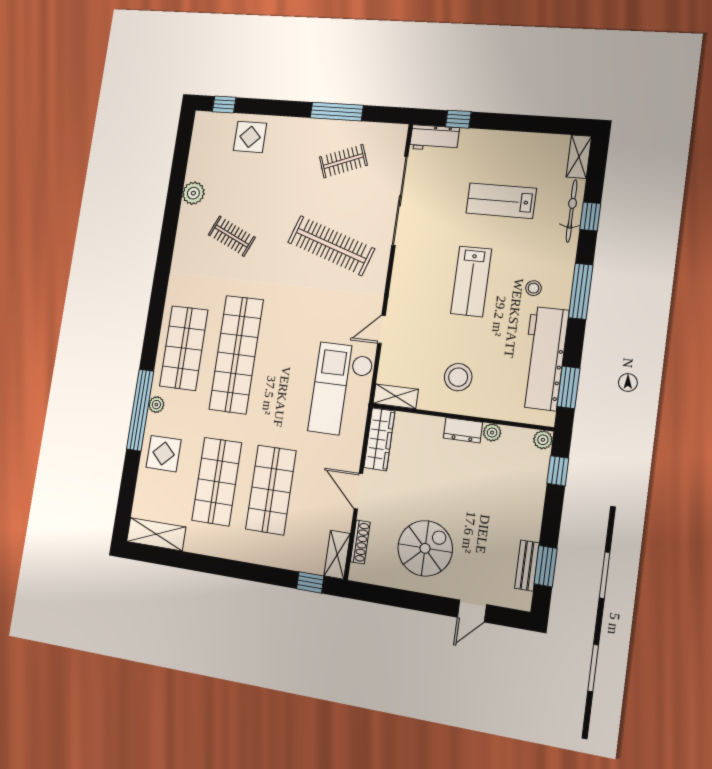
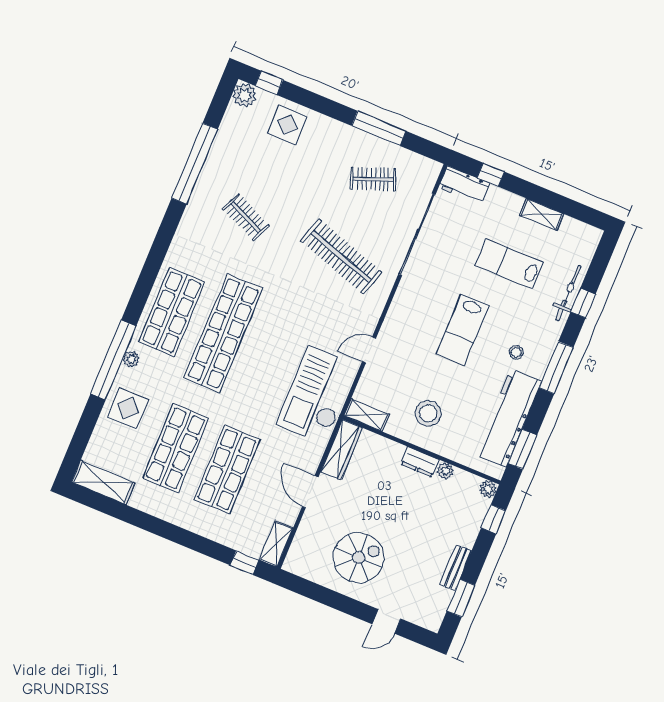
shelving: (579, 157) -> (542, 214), moved, turned 90
plant: (193, 193) -> (245, 95), moved
window: (174, 201) -> (195, 164), added
shoe rack: (360, 542) -> (301, 538), removed
bench: (527, 566) -> (456, 568), moved

